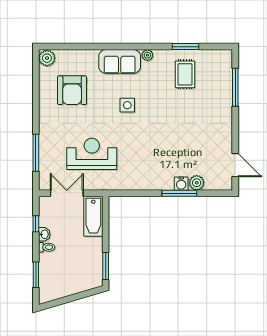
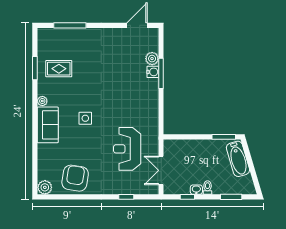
armchair: (72, 90) -> (75, 178), moved, turned -81
window: (36, 153) -> (126, 197), width x0.46
bathtub: (93, 216) -> (238, 159), moved, turned 74

